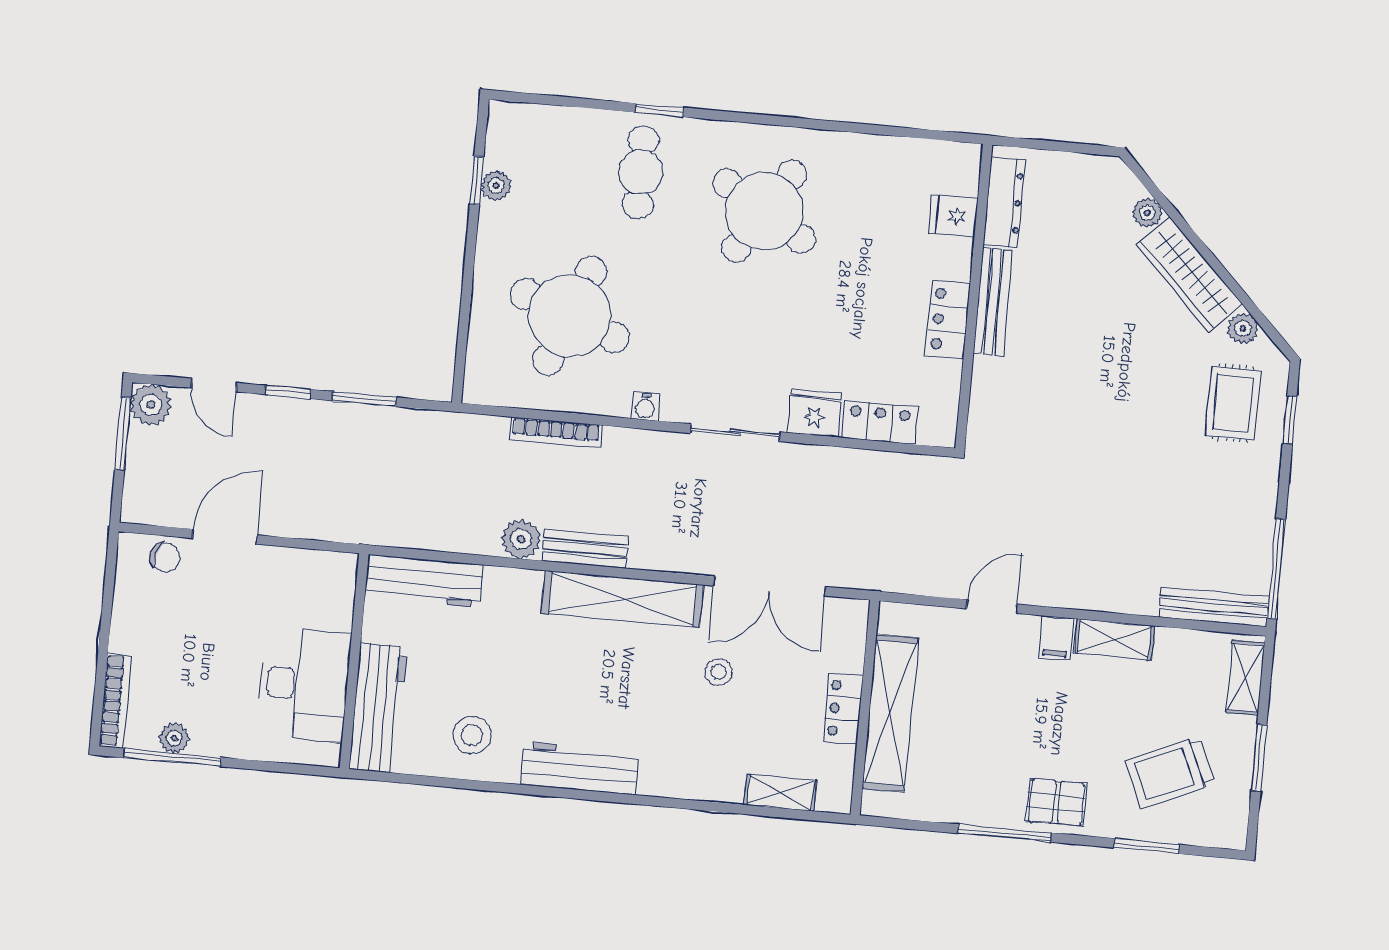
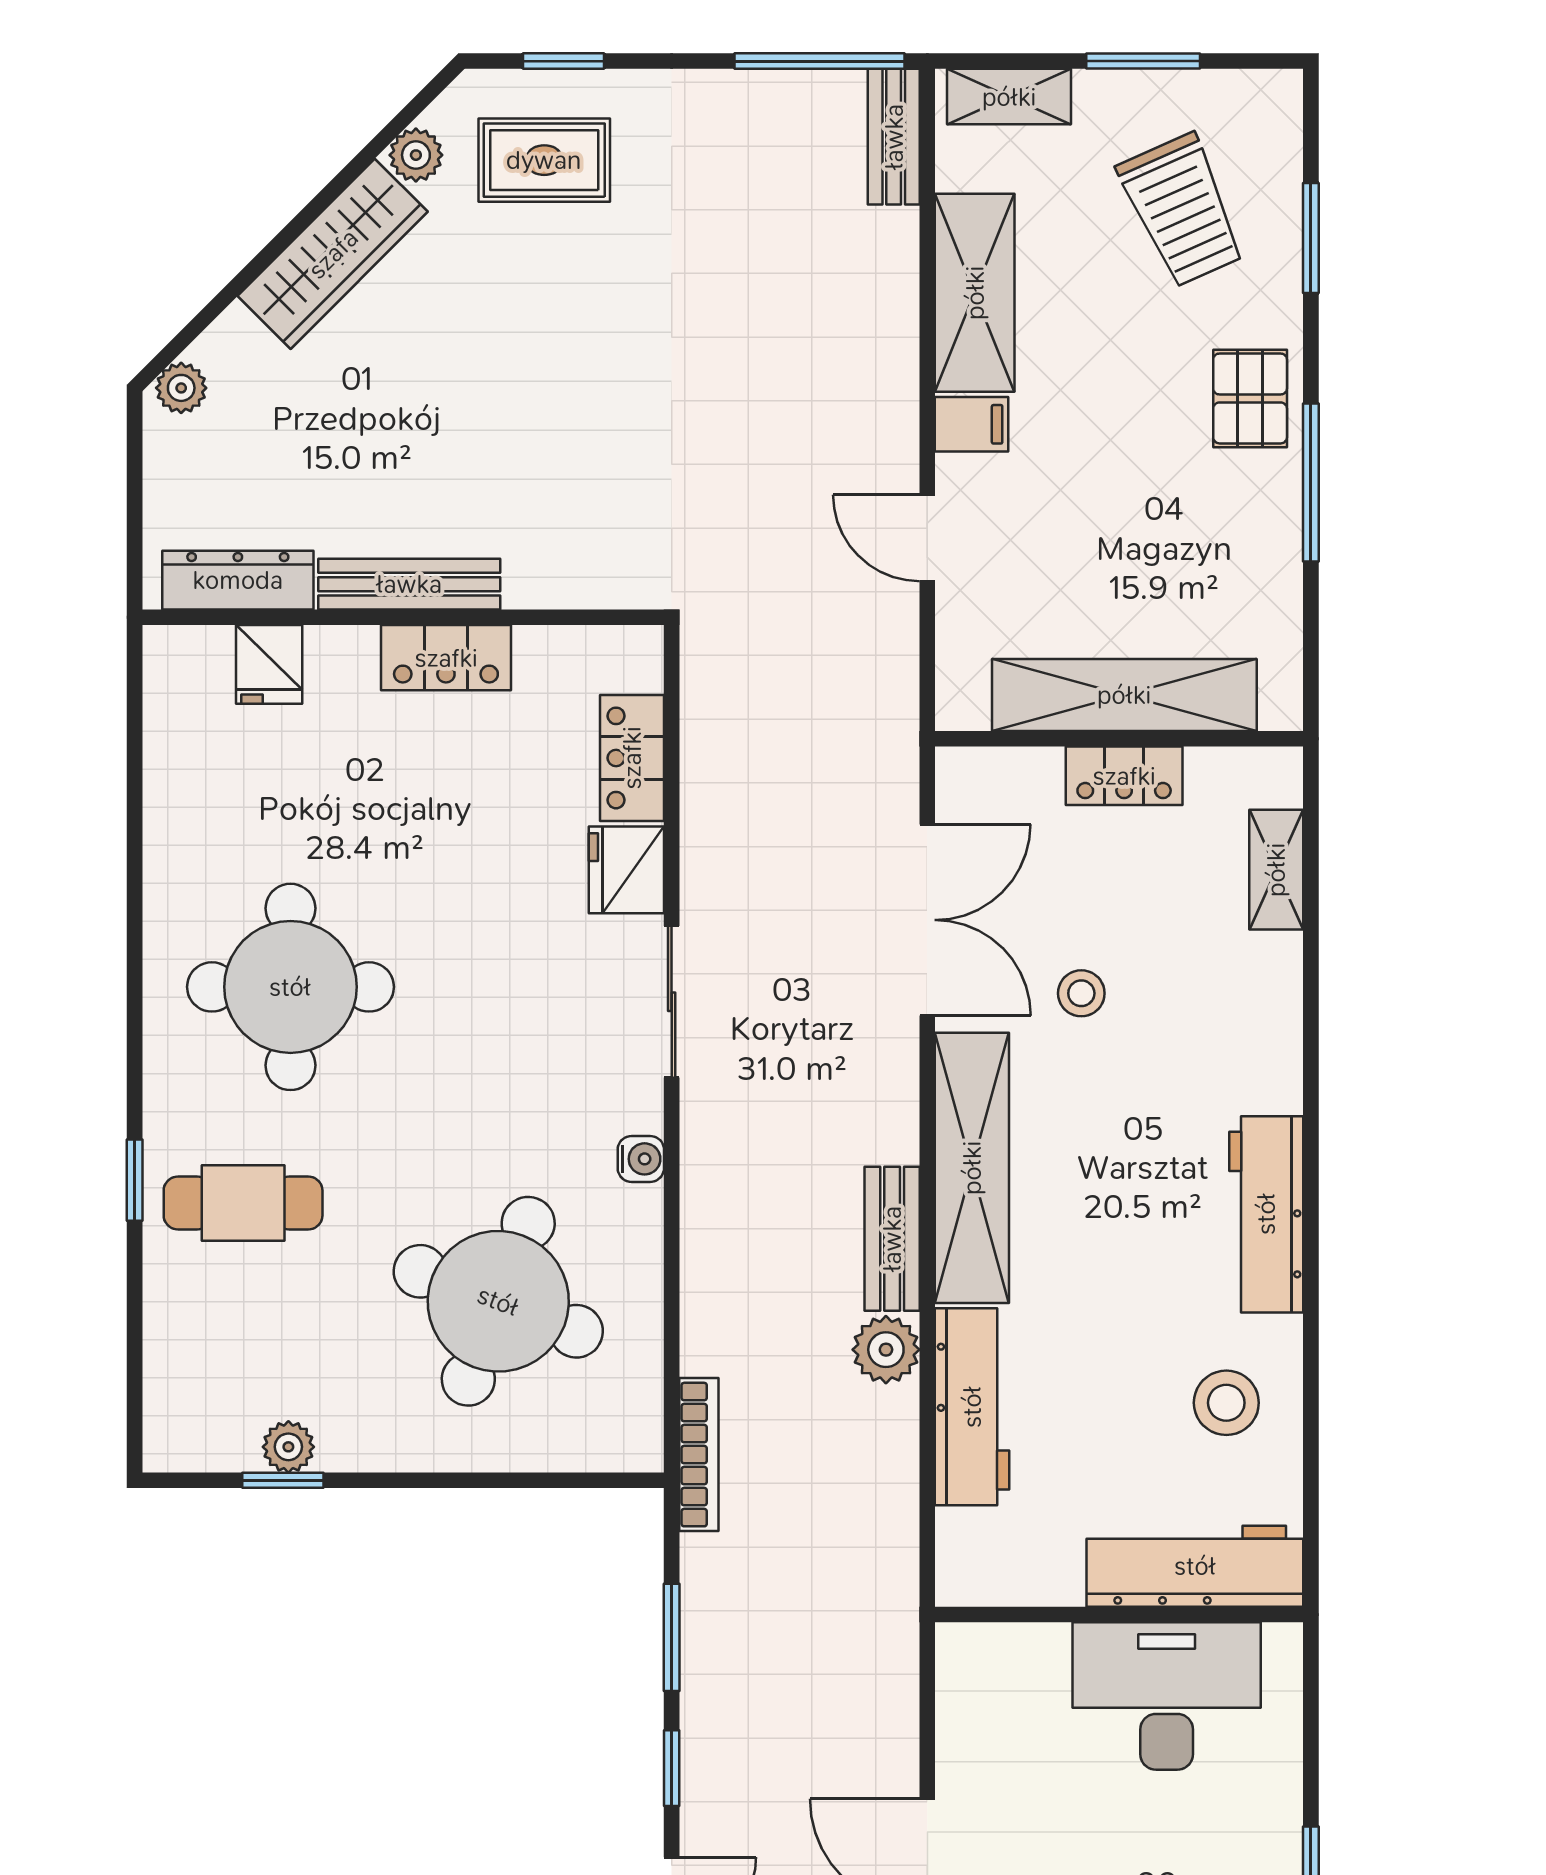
round table: (764, 211) -> (290, 987), turned -32
plant: (1147, 213) -> (181, 388), moved
bookcase: (556, 432) -> (699, 1455), moved
workbench: (424, 581) -> (972, 1407), moved
bench: (1214, 607) -> (894, 137), width x0.73
shelving: (1114, 640) -> (975, 293), width x1.50, depth x1.33

